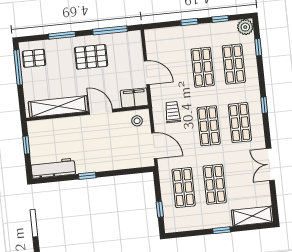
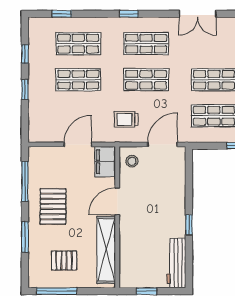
plant: (245, 27) -> (37, 26), removed
pallet: (34, 58) -> (64, 261), moved, turned 90

